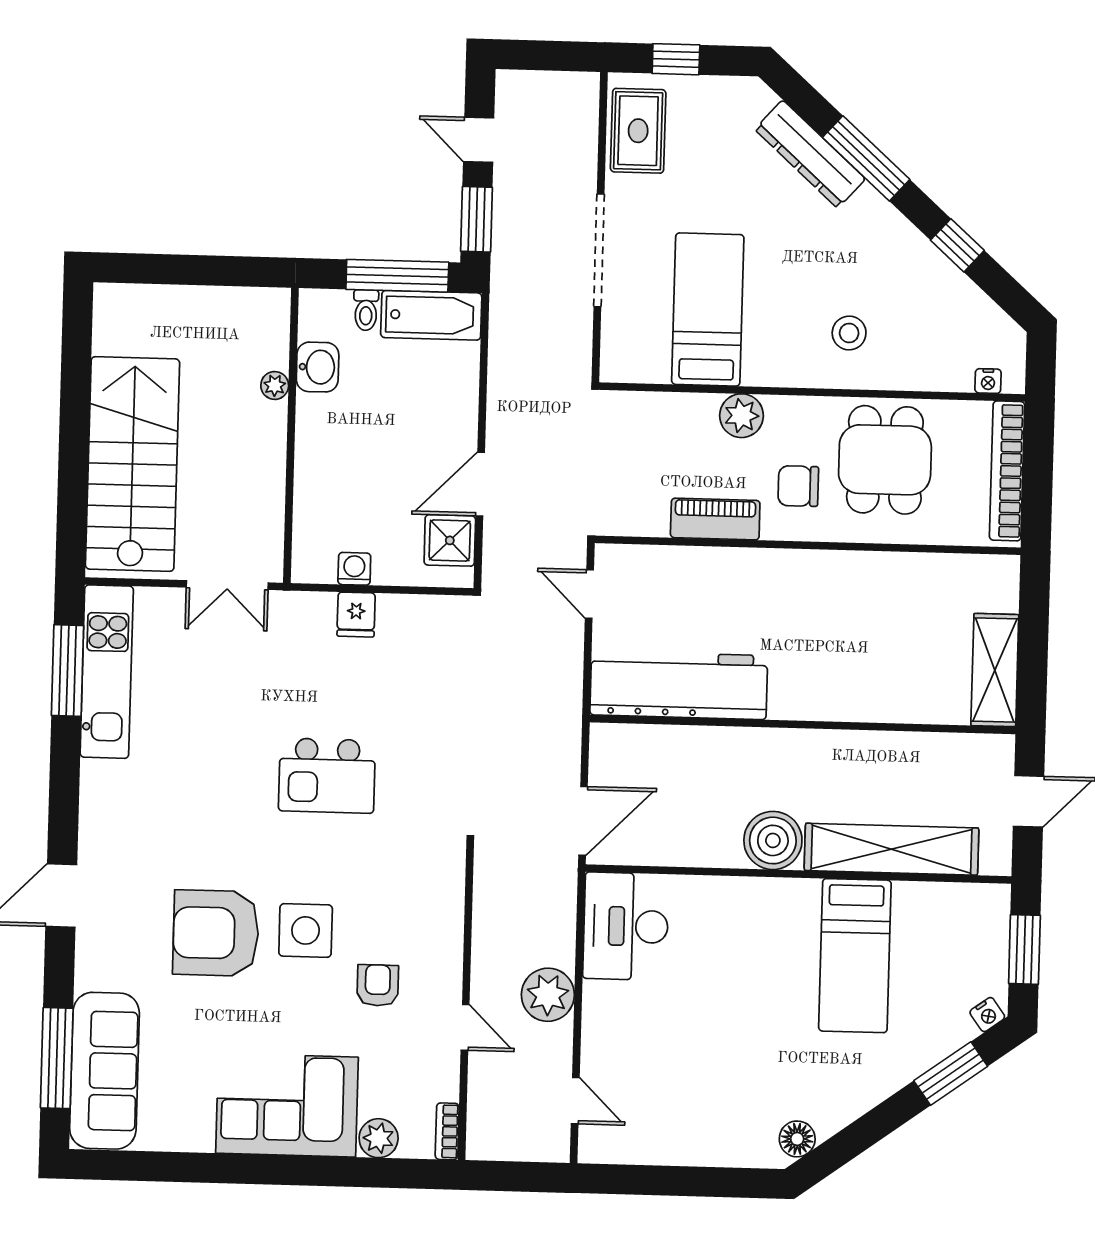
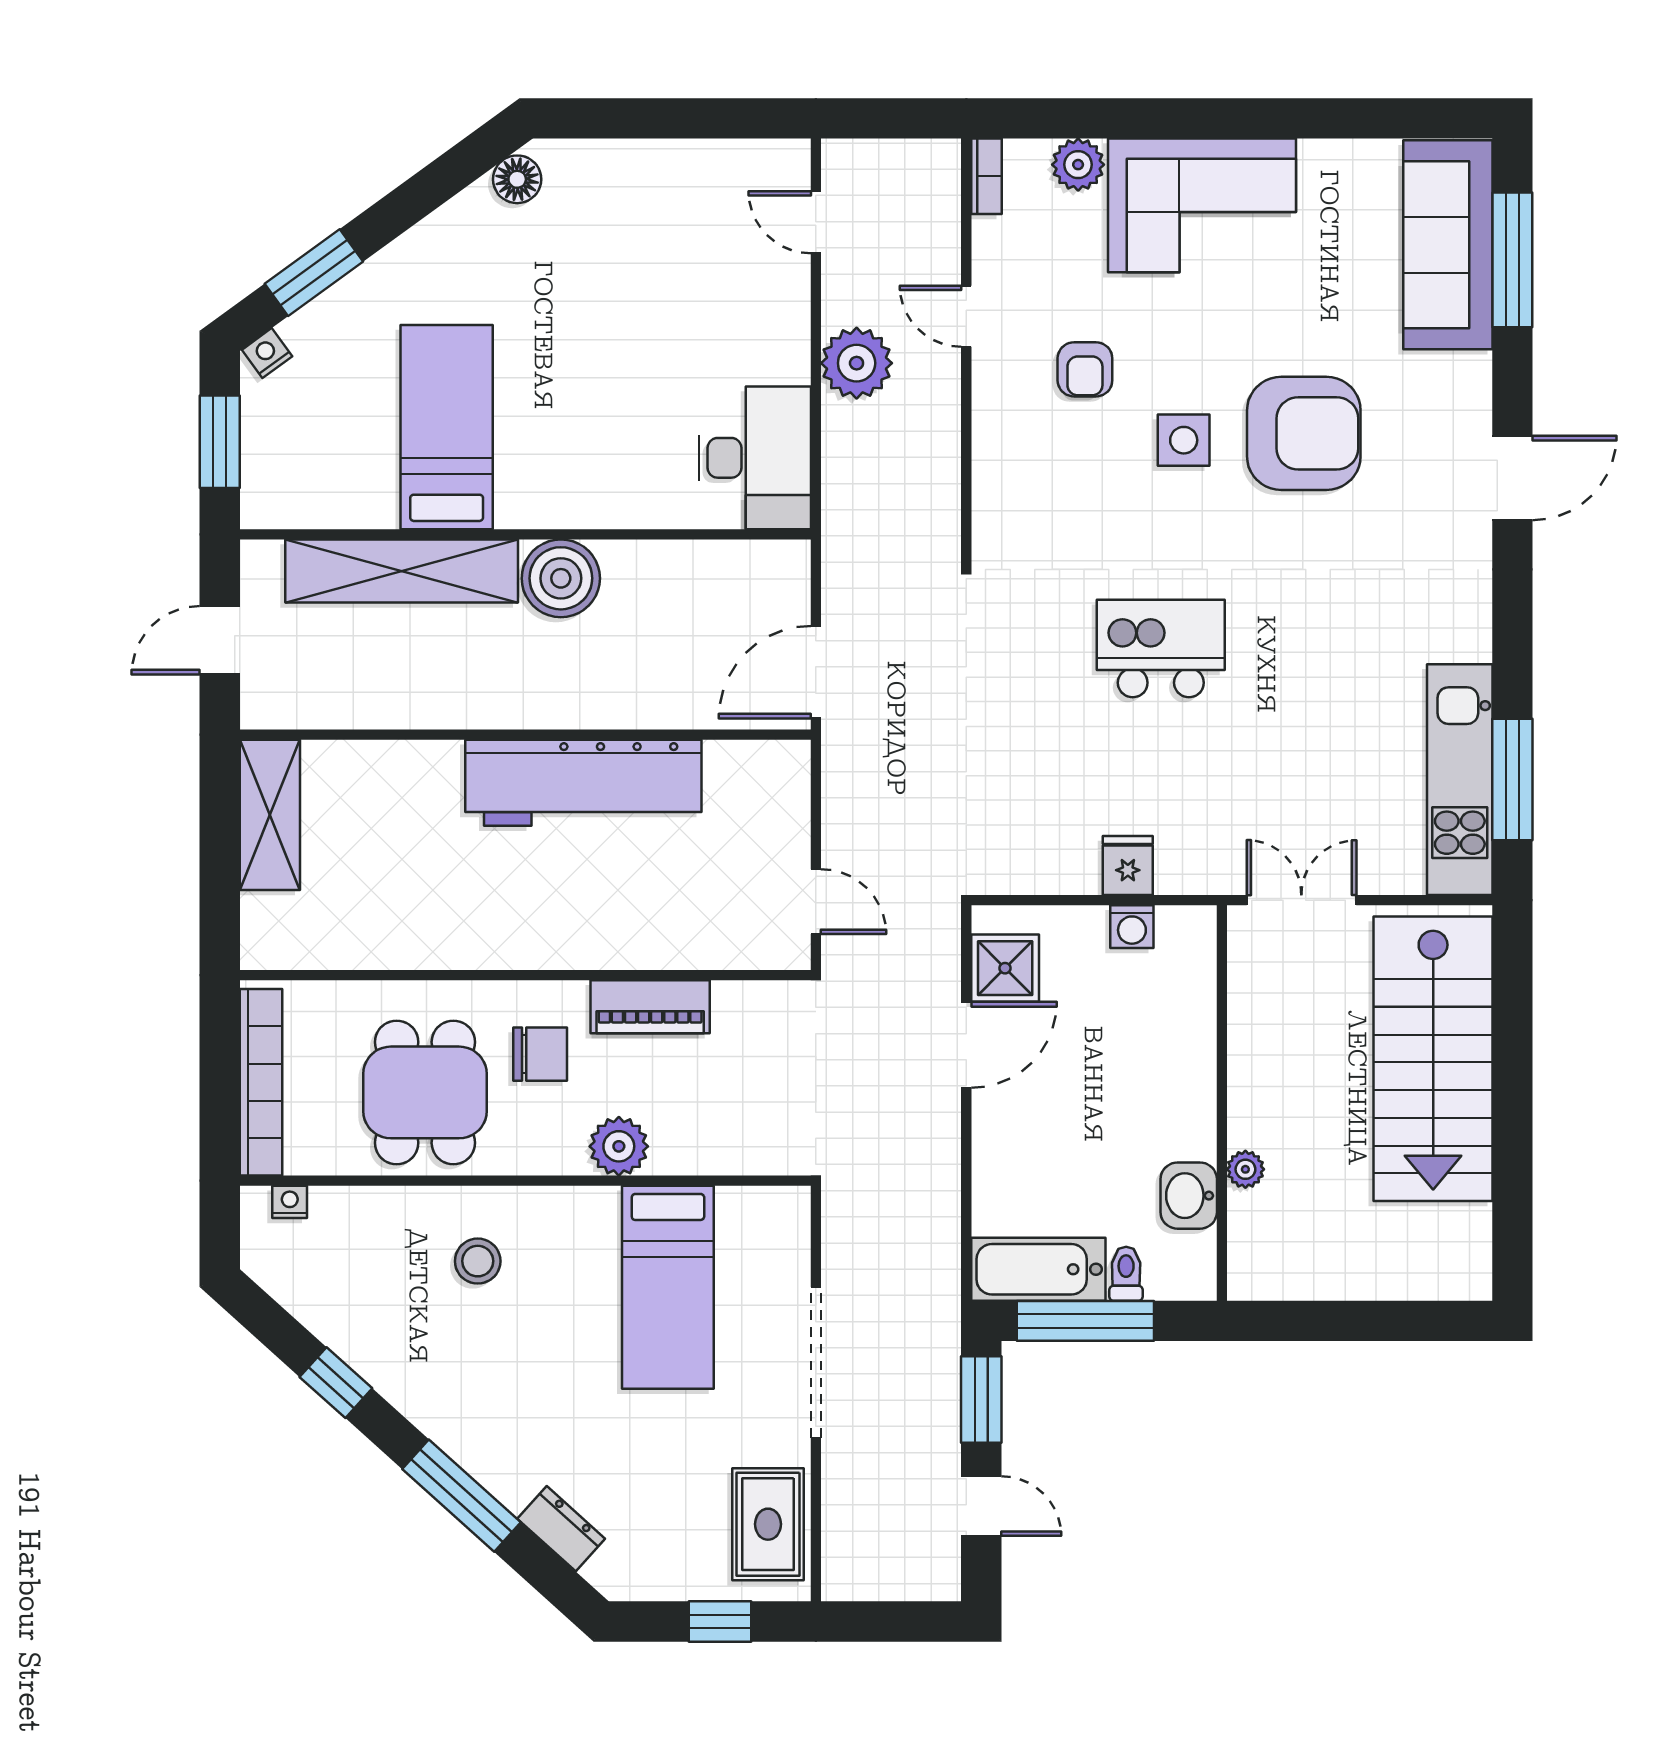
dresser: (810, 154) -> (561, 1529), width x0.51, depth x0.80
workbench: (679, 685) -> (583, 783), moved
door: (583, 821) -> (816, 672), moved
side table: (306, 930) -> (1184, 440), width x0.73, depth x0.73

